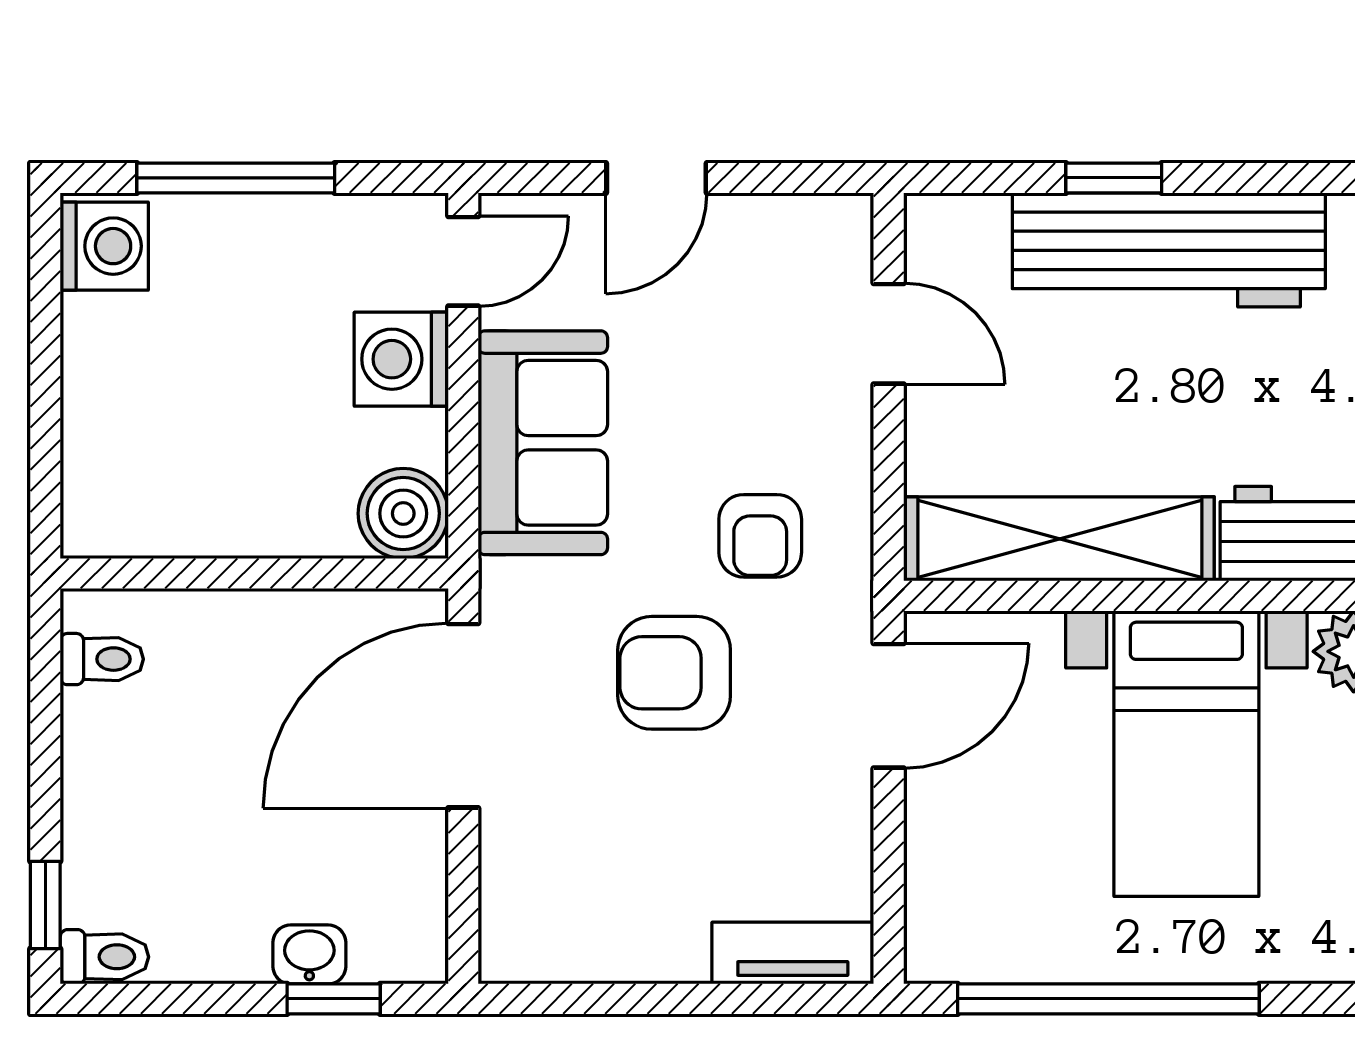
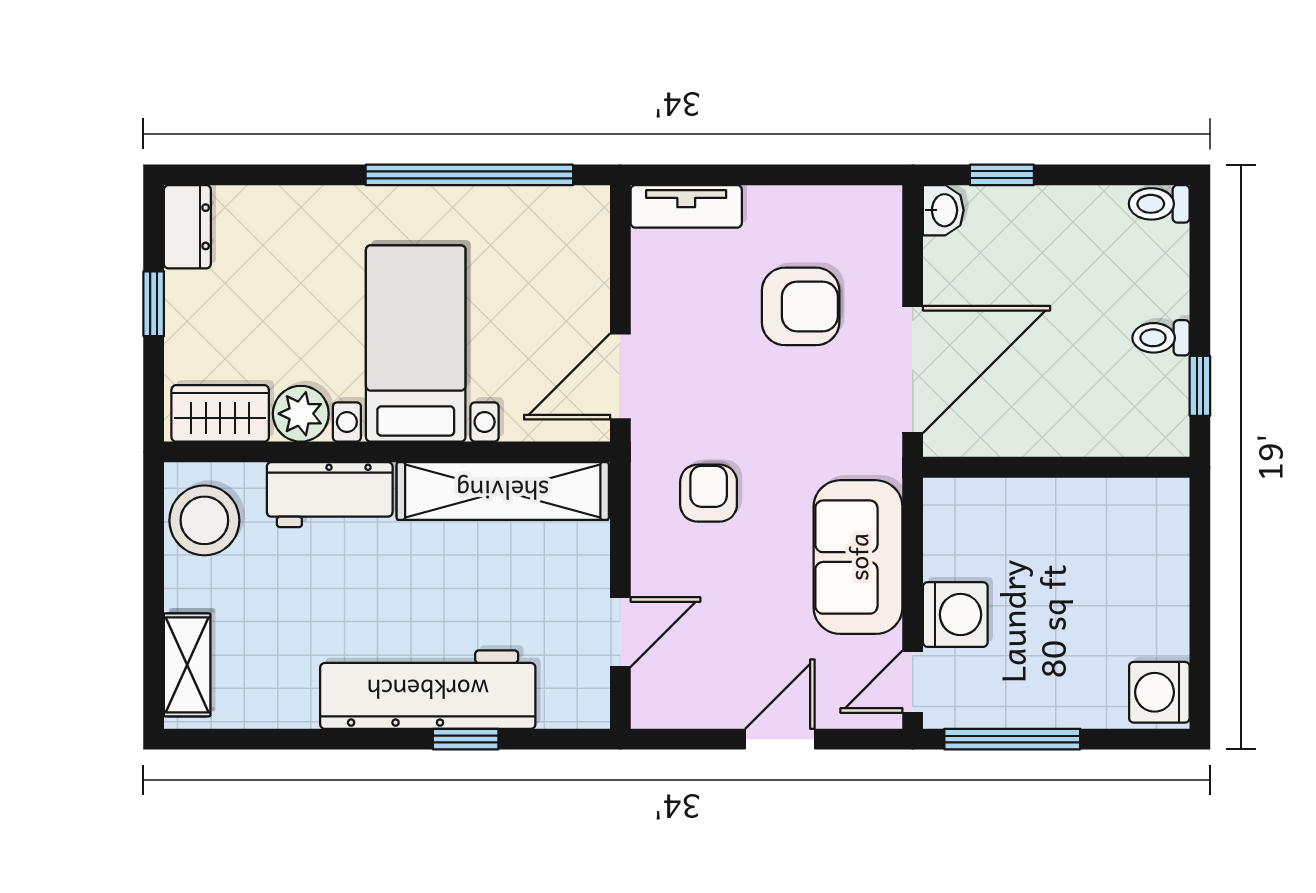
window: (236, 178) -> (1012, 739), moved
door: (889, 334) -> (620, 632), swing flipped
boiler: (403, 513) -> (954, 508), removed
toilet: (102, 659) -> (1161, 338), moved
armchair: (674, 673) -> (801, 306), moved
window: (45, 905) -> (1200, 386), moved
washbasin: (309, 954) -> (943, 210), moved, turned -90

